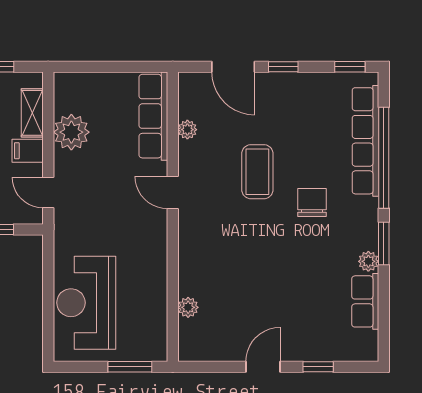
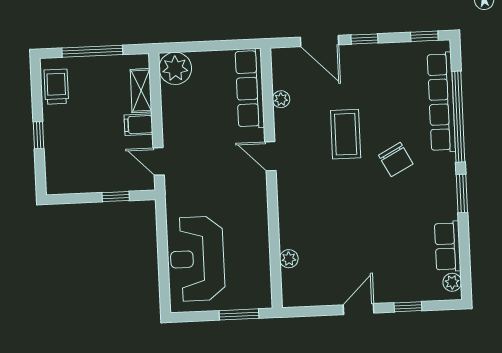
plant: (71, 132) -> (175, 68), moved
chair: (312, 202) -> (396, 160), turned 152
plant: (368, 261) -> (452, 282), moved

